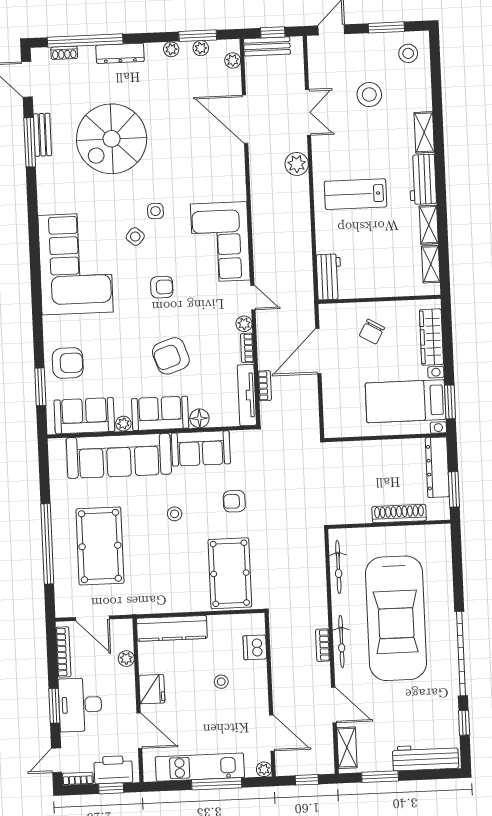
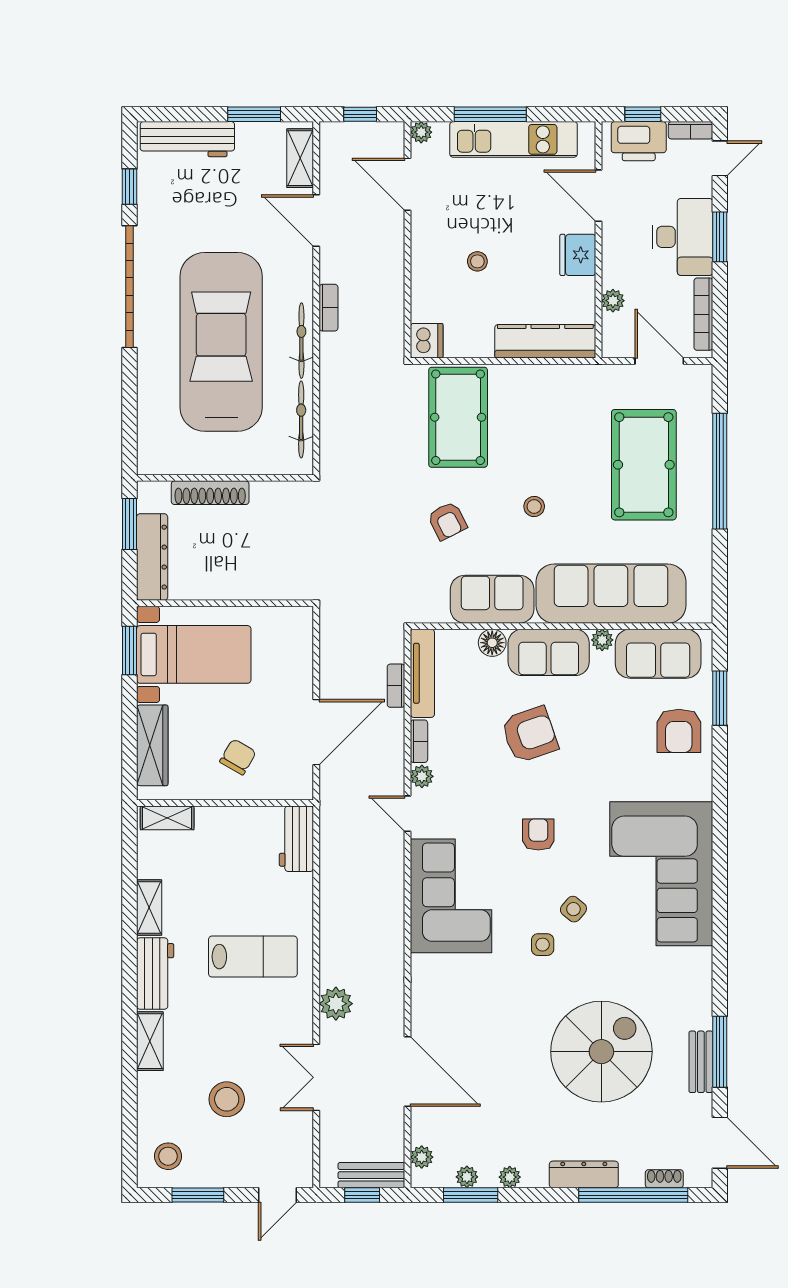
shelving: (431, 264) -> (167, 818), moved, turned 90
armchair: (162, 287) -> (538, 835), turned 90
armchair: (68, 363) -> (679, 731), turned -90
armchair: (234, 501) -> (447, 521), turned 63
bicycle: (341, 642) -> (301, 341), moved
dishwasher: (255, 647) -> (427, 341), moved

